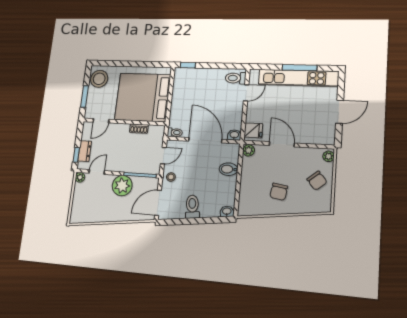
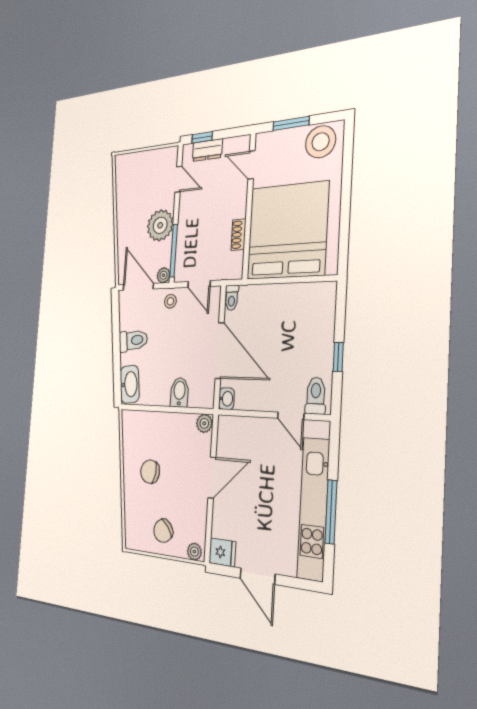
window: (188, 65) -> (338, 357), moved
fridge: (253, 130) -> (222, 552), moved, turned -90
door: (205, 140) -> (220, 351), hinge flipped
plant: (80, 177) -> (163, 275), moved
washbasin: (227, 211) -> (130, 384), width x1.91, depth x1.45

